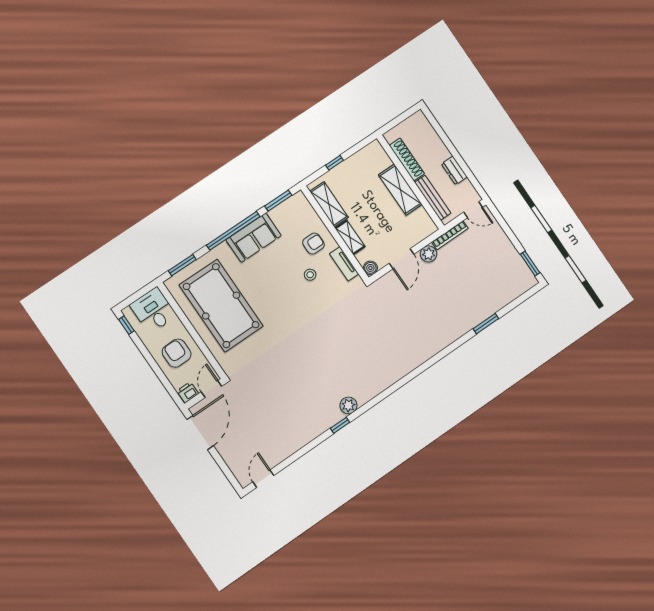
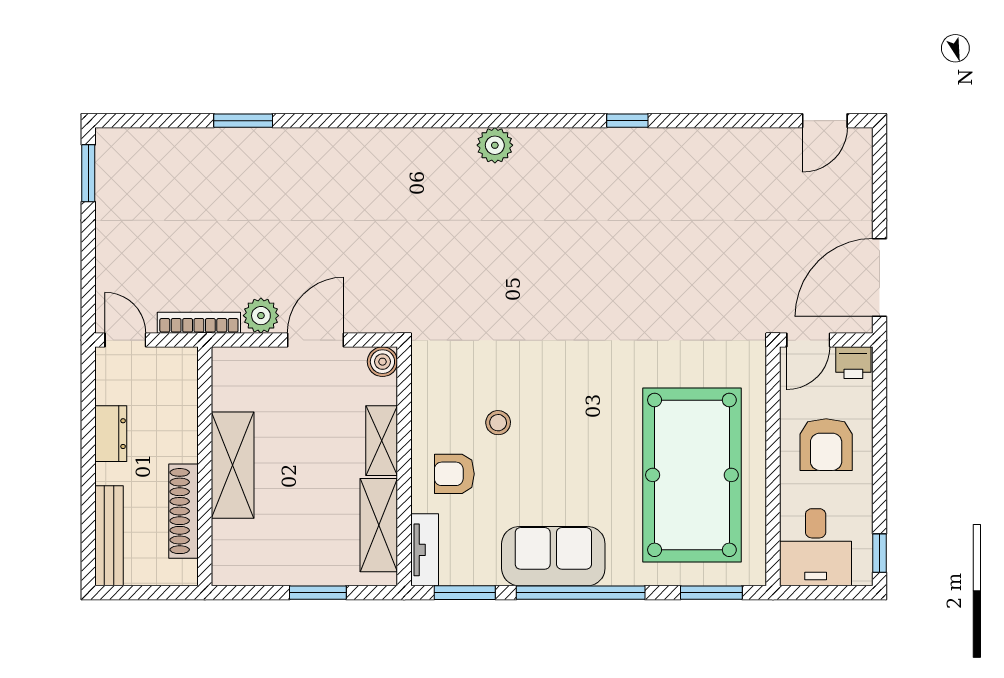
window: (335, 163) -> (318, 593), width x1.50
bench: (433, 198) -> (109, 536), moved
tv unit: (344, 264) -> (425, 550), moved
plant: (348, 405) -> (495, 145), moved

